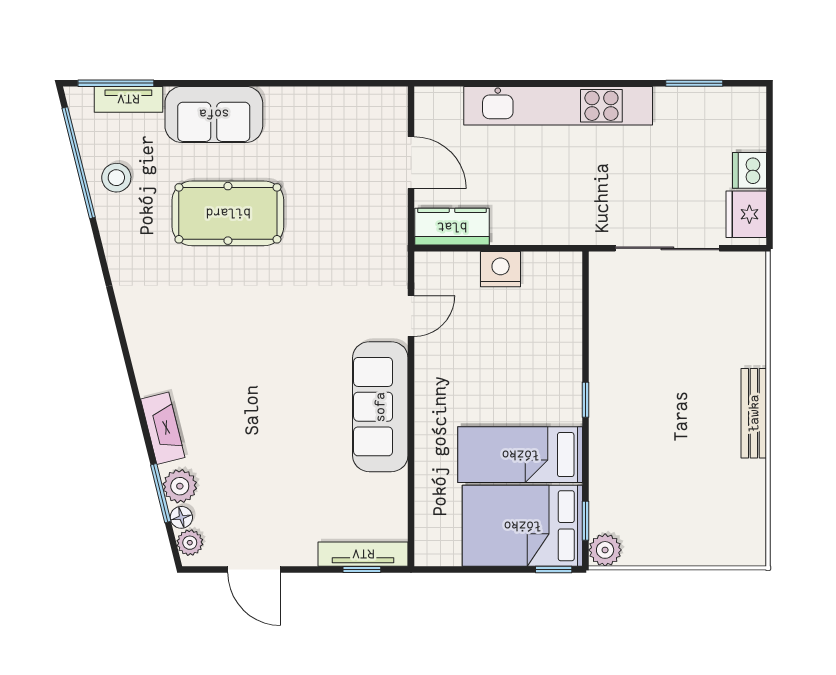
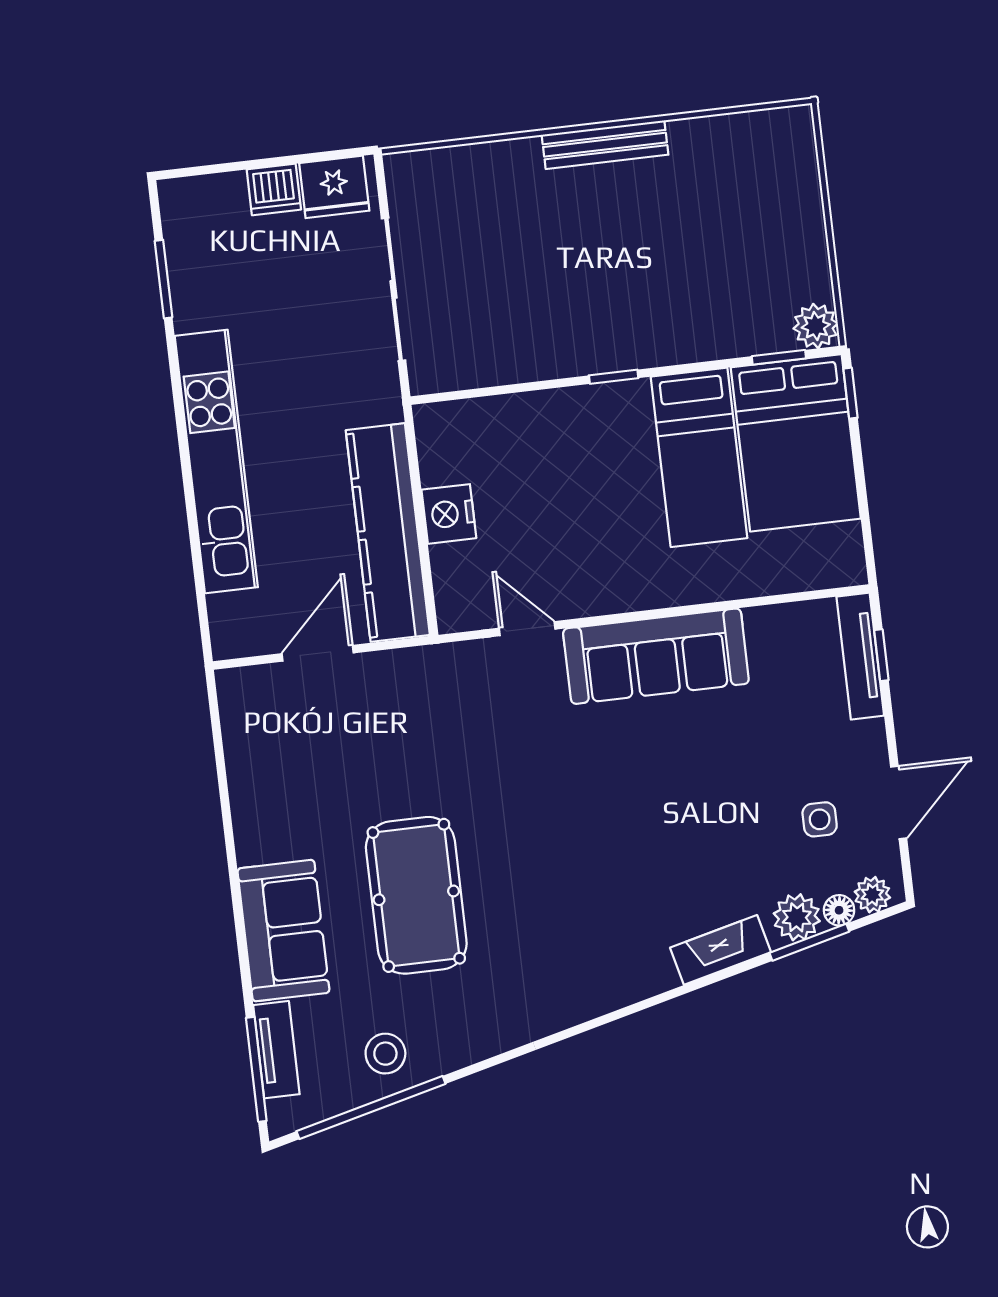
kitchen counter: (452, 227) -> (388, 533), width x2.08, depth x1.17
side table: (249, 511) -> (820, 819), added

